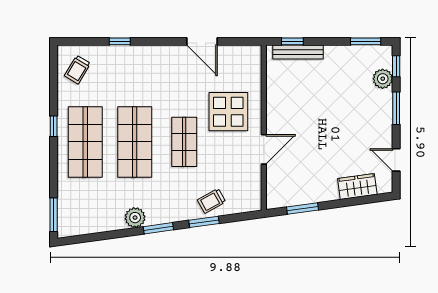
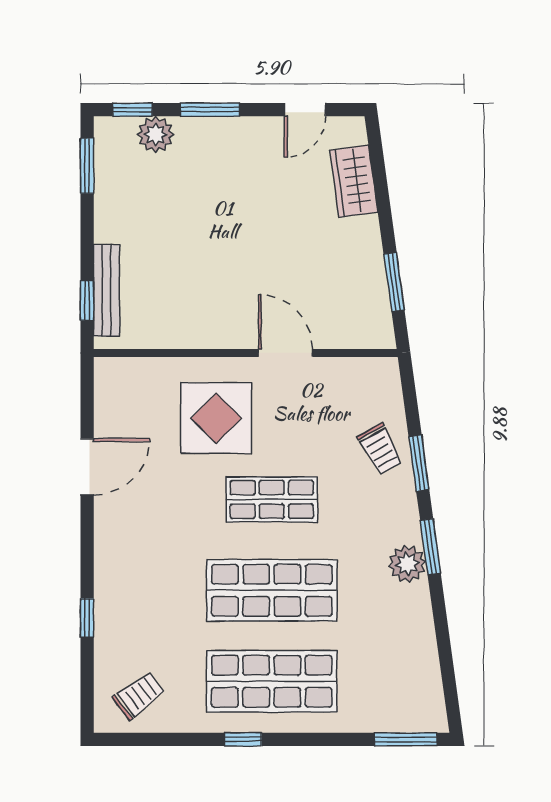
trolley: (77, 70) -> (139, 696), turned -68
plant: (135, 218) -> (407, 564), moved

